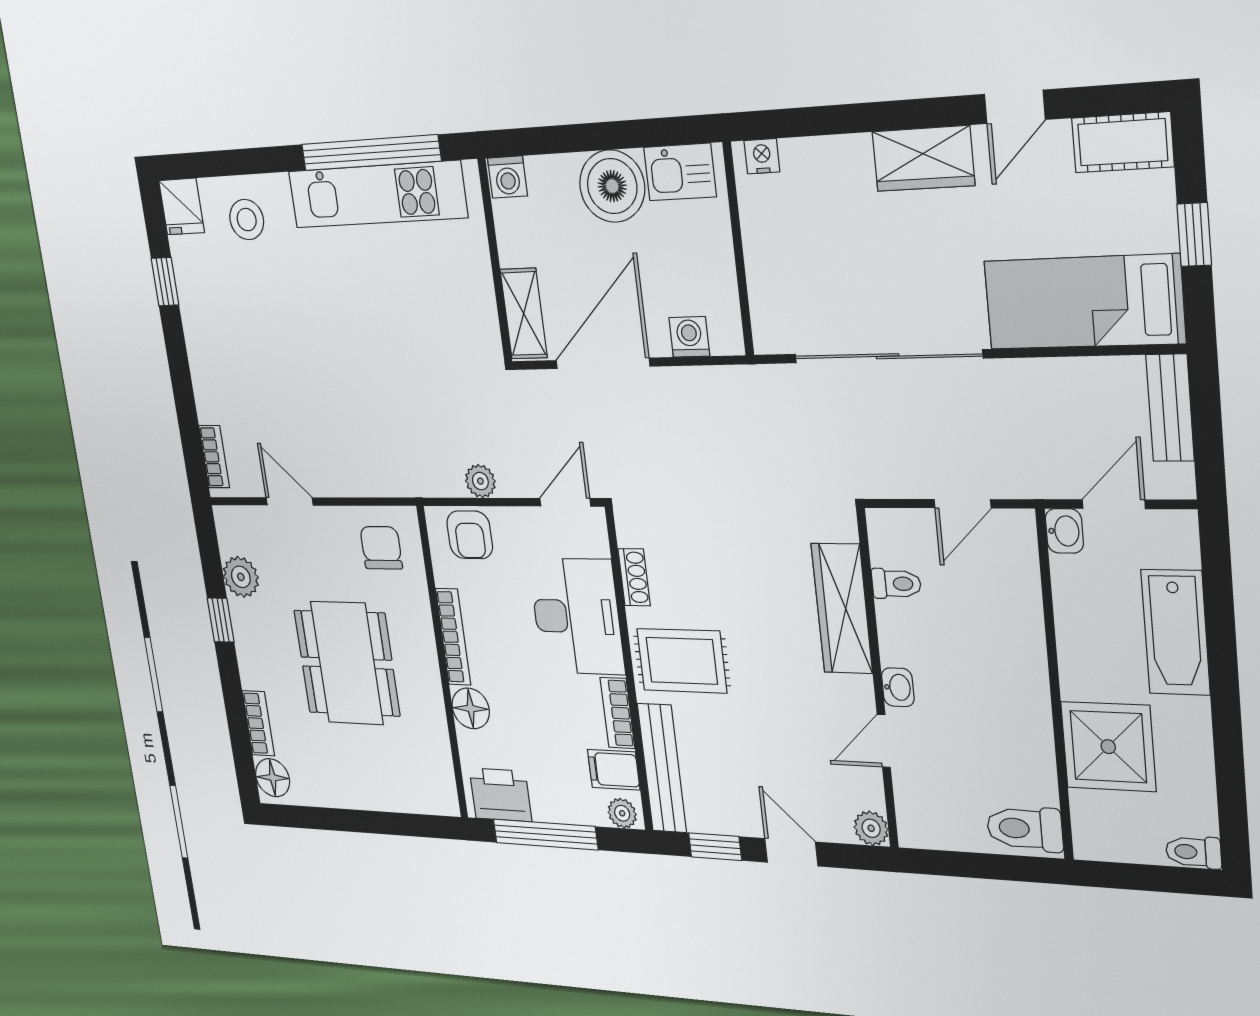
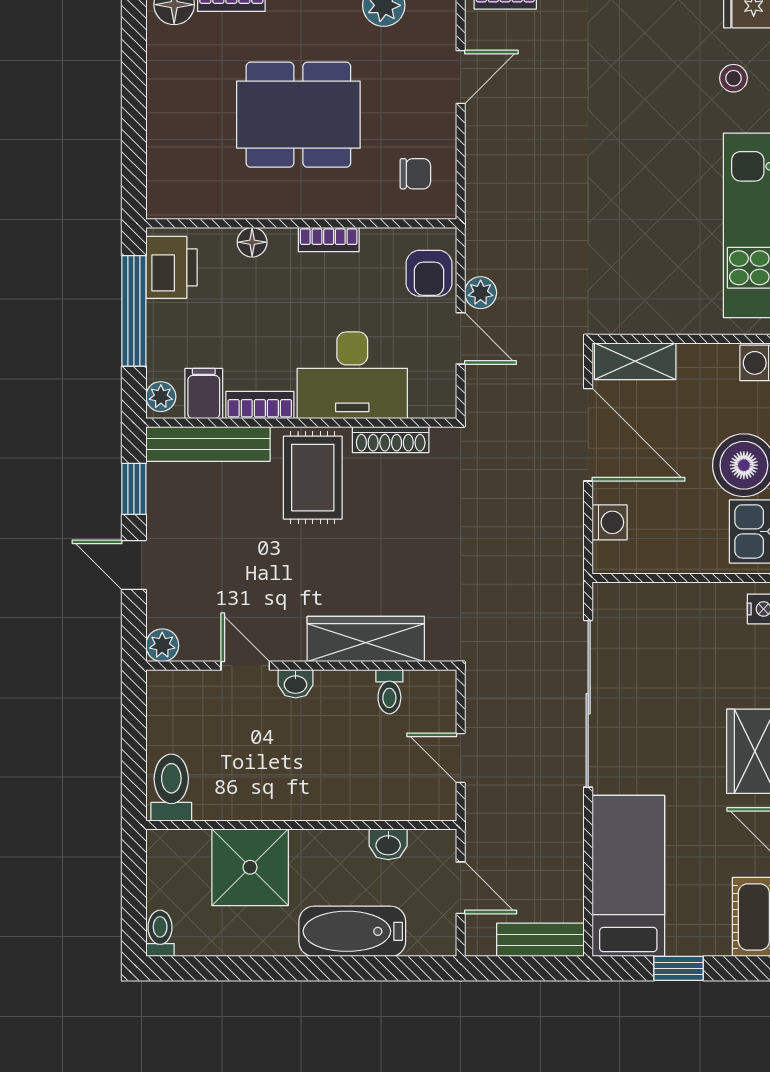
stool: (247, 220) -> (734, 78), width x0.73, depth x0.73
door: (565, 502) -> (461, 338), moved
washbasin: (1064, 531) -> (388, 844), moved
armchair: (470, 535) -> (429, 273), turned -90
chair: (381, 548) -> (415, 174), width x0.73, depth x0.73
shoe rack: (634, 577) -> (391, 440), width x1.43
bookcase: (453, 637) -> (329, 240), width x0.64
floor lamp: (471, 708) -> (252, 242), width x0.73, depth x0.73
door: (791, 852) -> (134, 565), swing flipped

